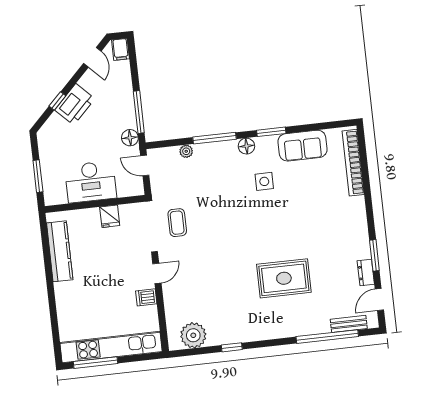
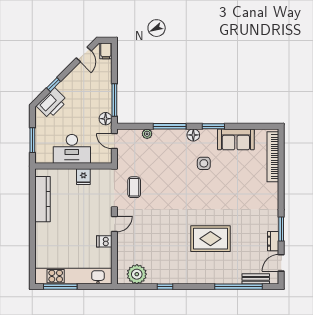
printer: (75, 104) -> (52, 103), moved

